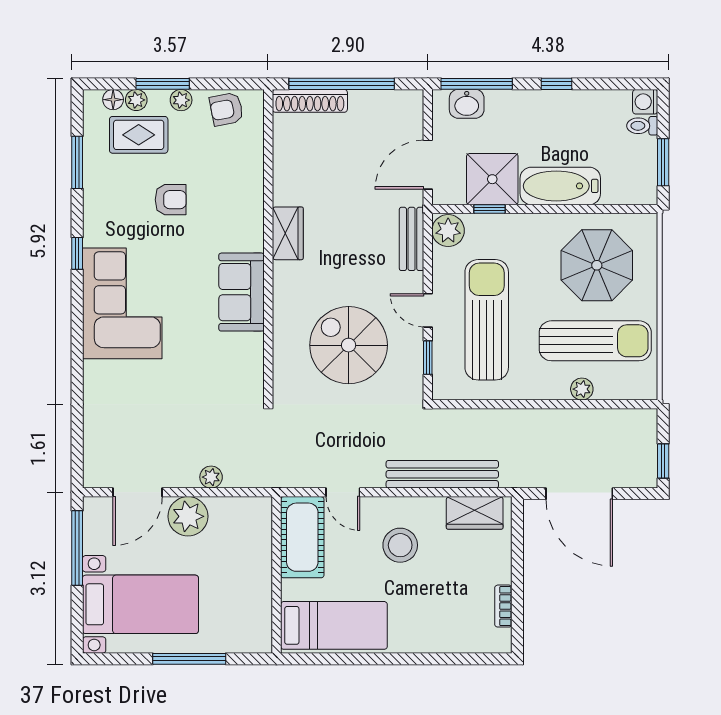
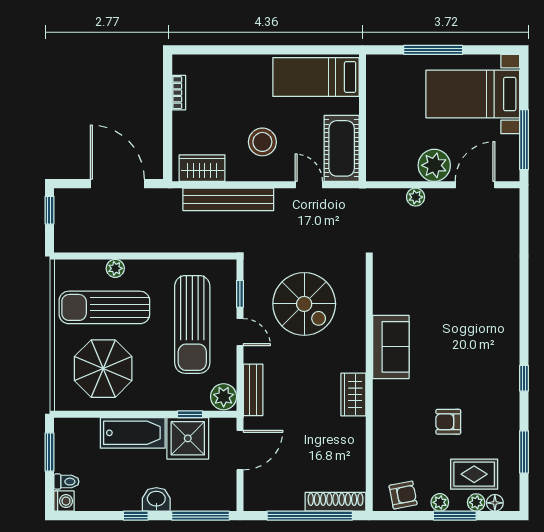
washbasin: (467, 104) -> (156, 499), moved
corner sofa: (122, 303) -> (487, 338), removed

